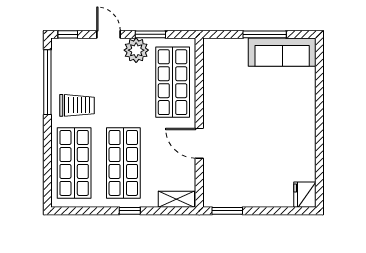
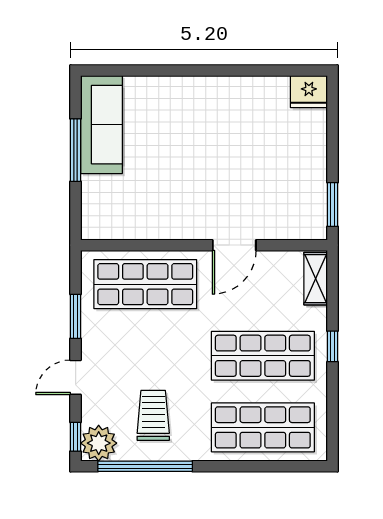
plant: (136, 50) -> (99, 443), moved
trolley: (77, 105) -> (153, 415), moved

